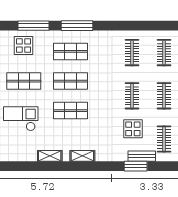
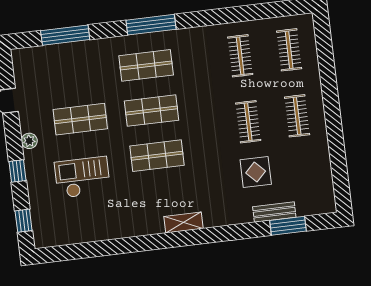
window: (34, 26) -> (65, 35), moved
display table: (23, 46) -> (73, 65), removed
clothes rail: (164, 139) -> (305, 182), removed
shelving: (50, 156) -> (134, 228), removed
window: (136, 166) -> (288, 226), moved

